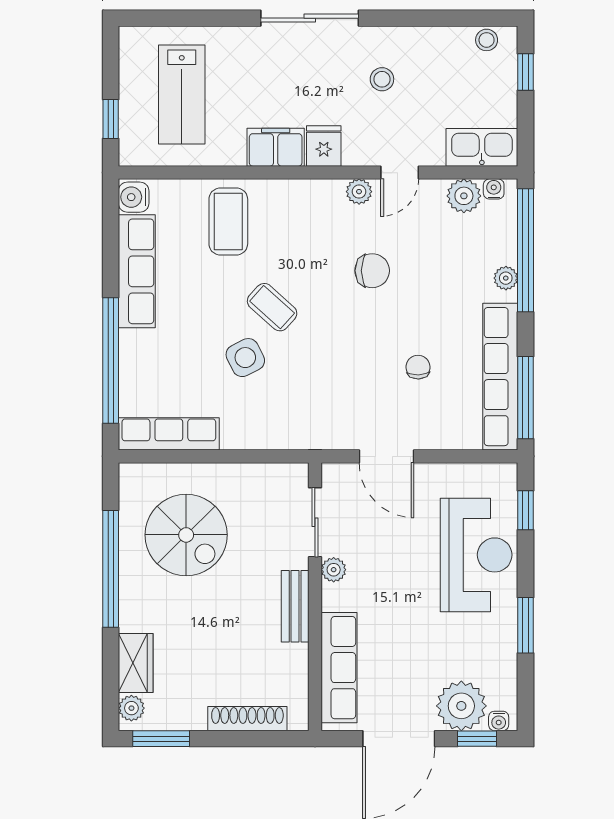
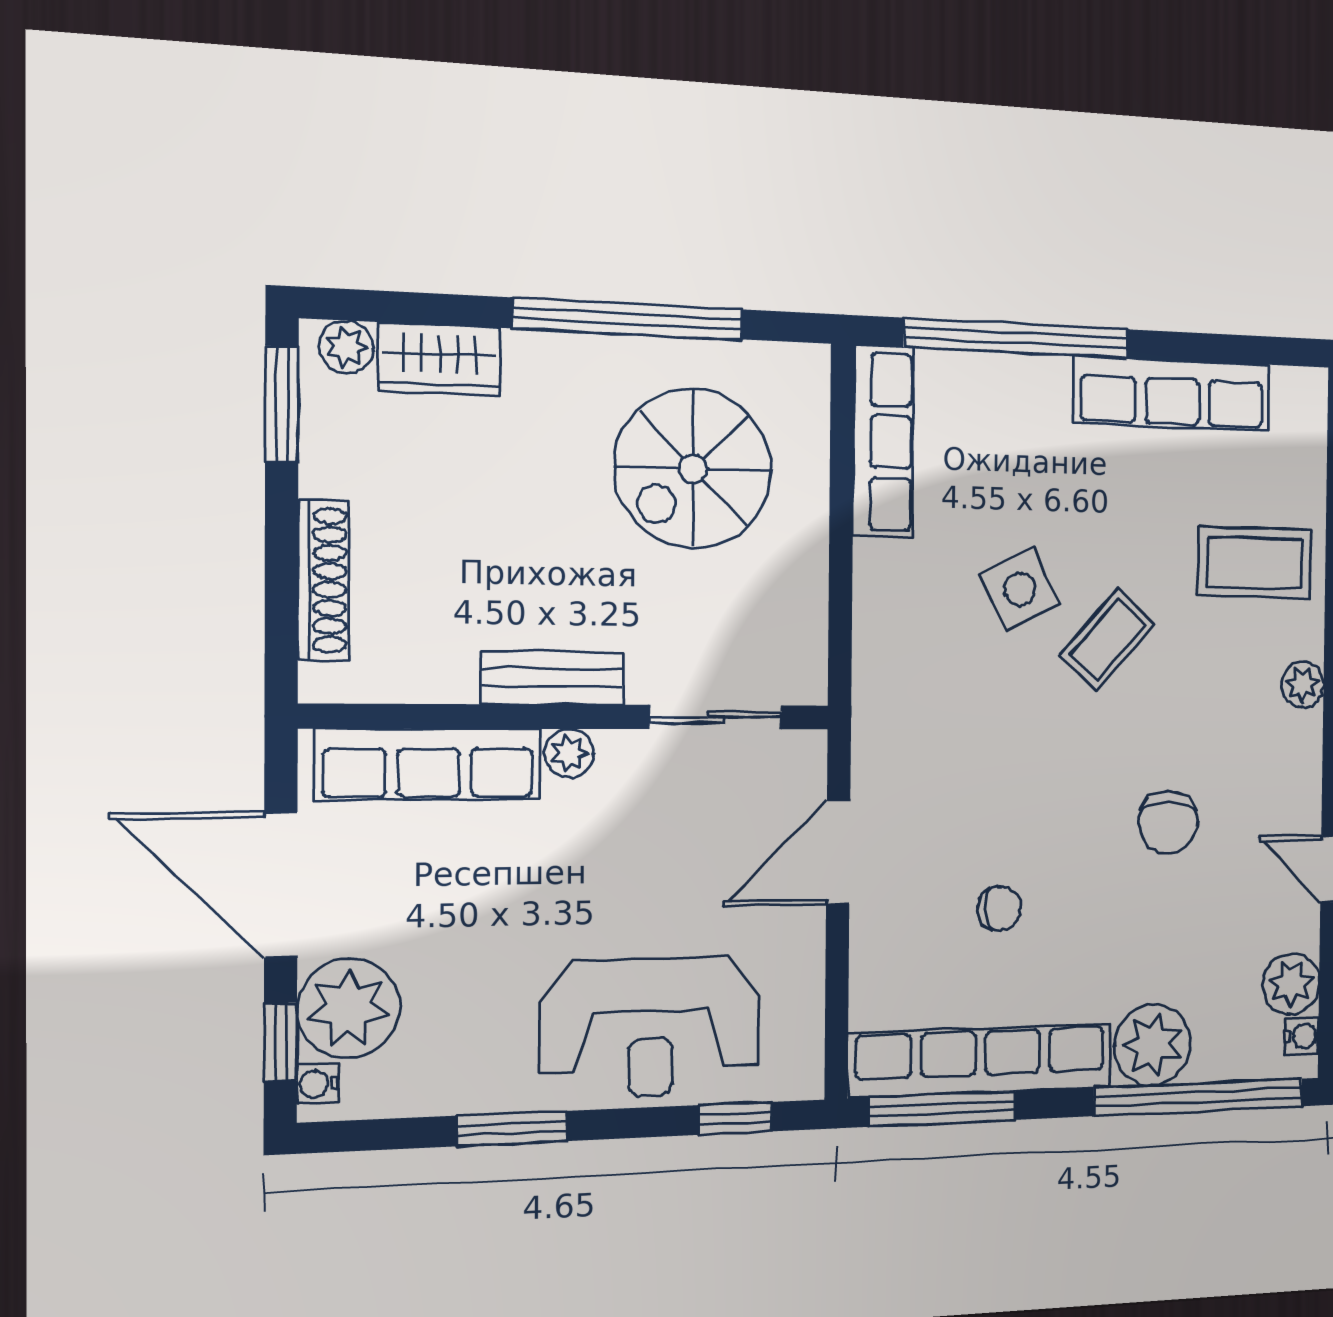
plant: (359, 192) -> (1303, 685), moved
water cooler: (134, 197) -> (1298, 393), removed
plant: (506, 278) -> (1153, 1045), width x1.87, depth x1.87
plant: (334, 570) -> (569, 753), moved

